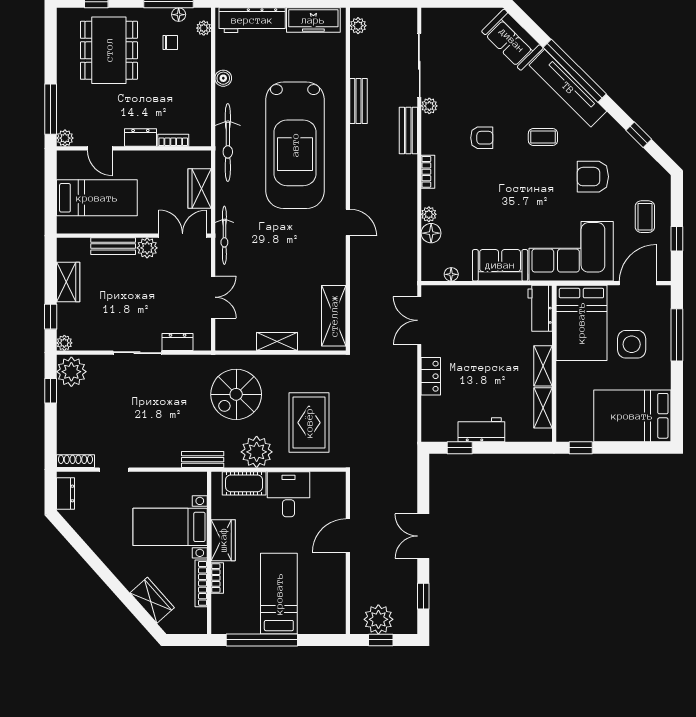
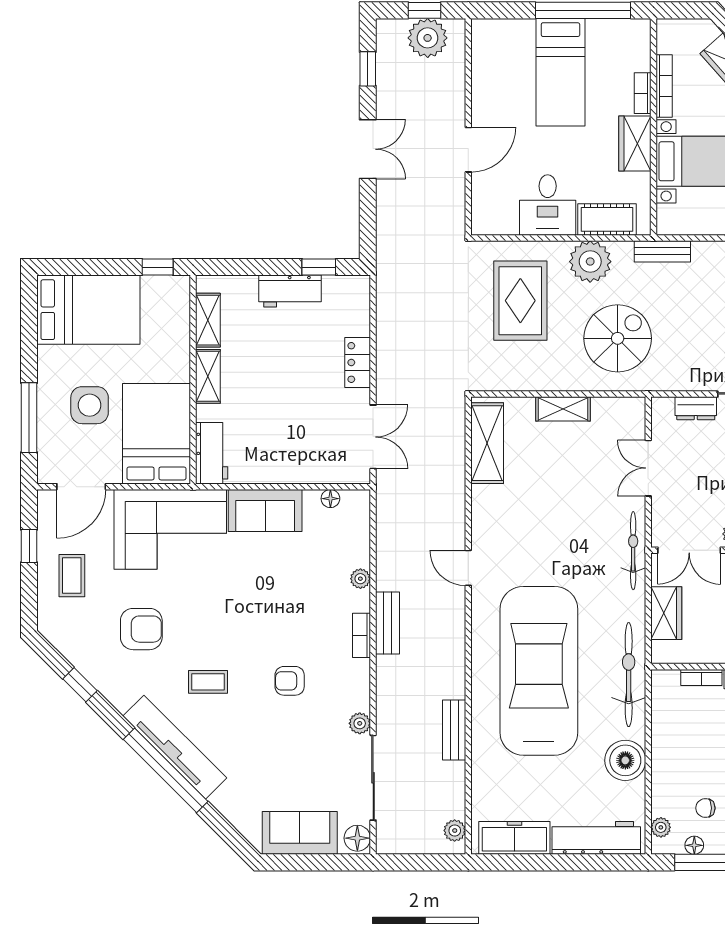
sofa: (512, 40) -> (300, 833), moved, turned -45
boiler: (223, 78) -> (625, 760), width x1.86, depth x1.86
bench: (408, 131) -> (388, 623), moved
floor lamp: (431, 233) -> (357, 838), moved

